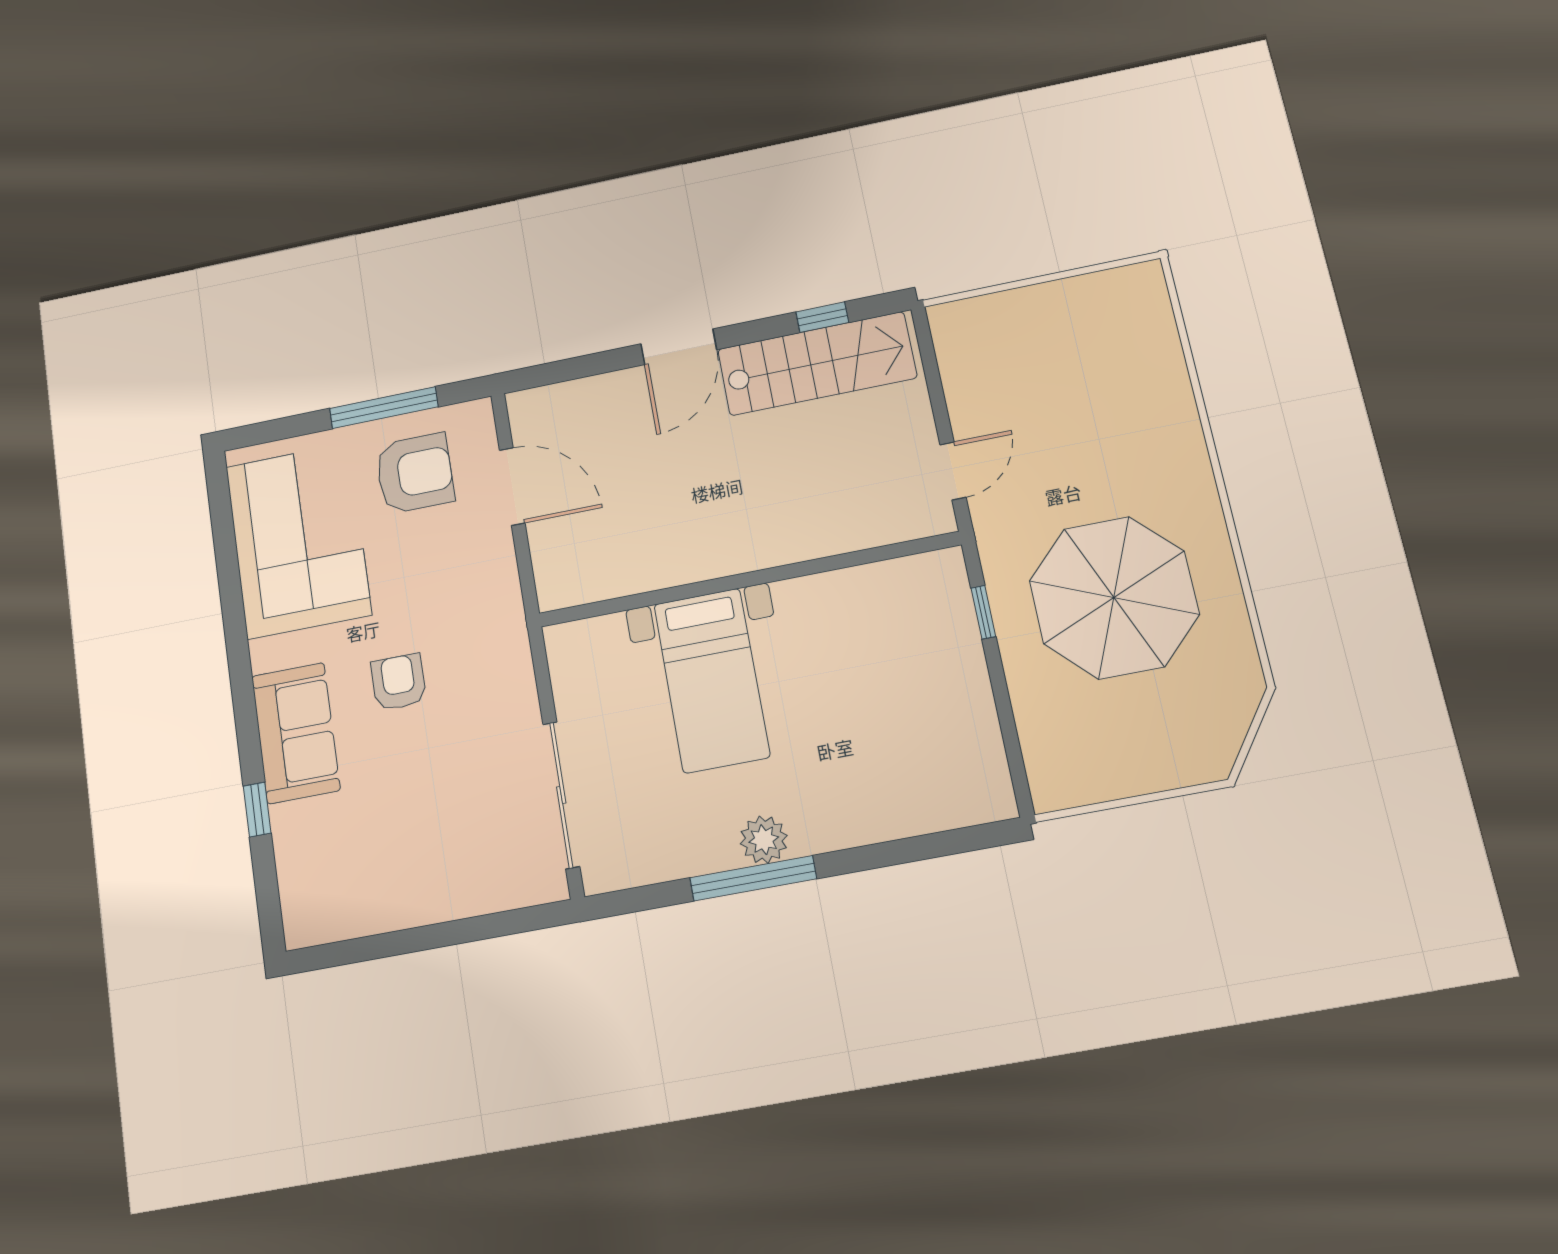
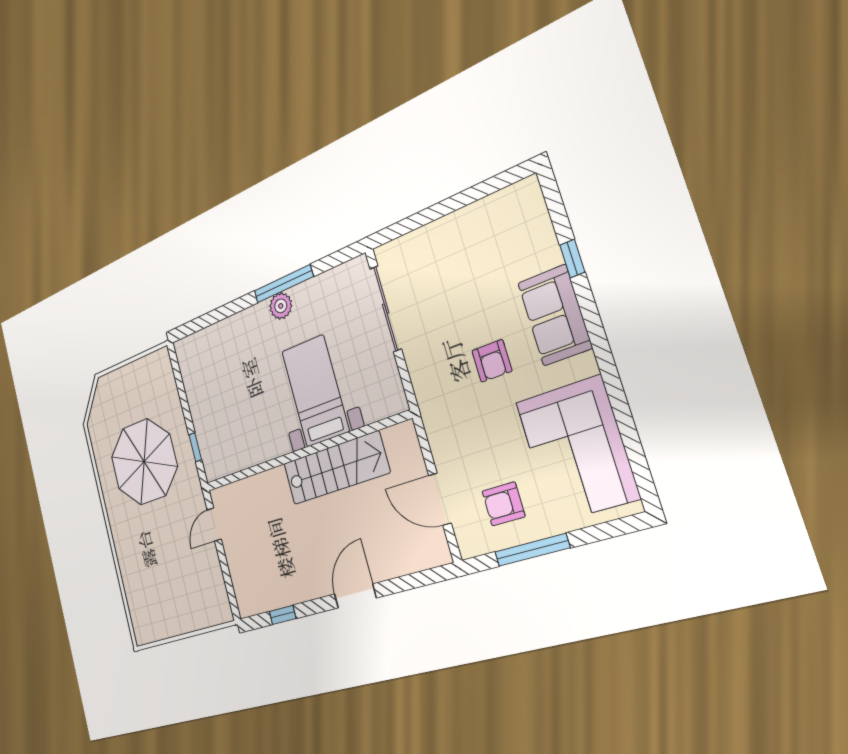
stairs: (817, 364) -> (336, 468), moved, turned 180
armchair: (415, 473) -> (503, 504), width x0.72, depth x0.72

